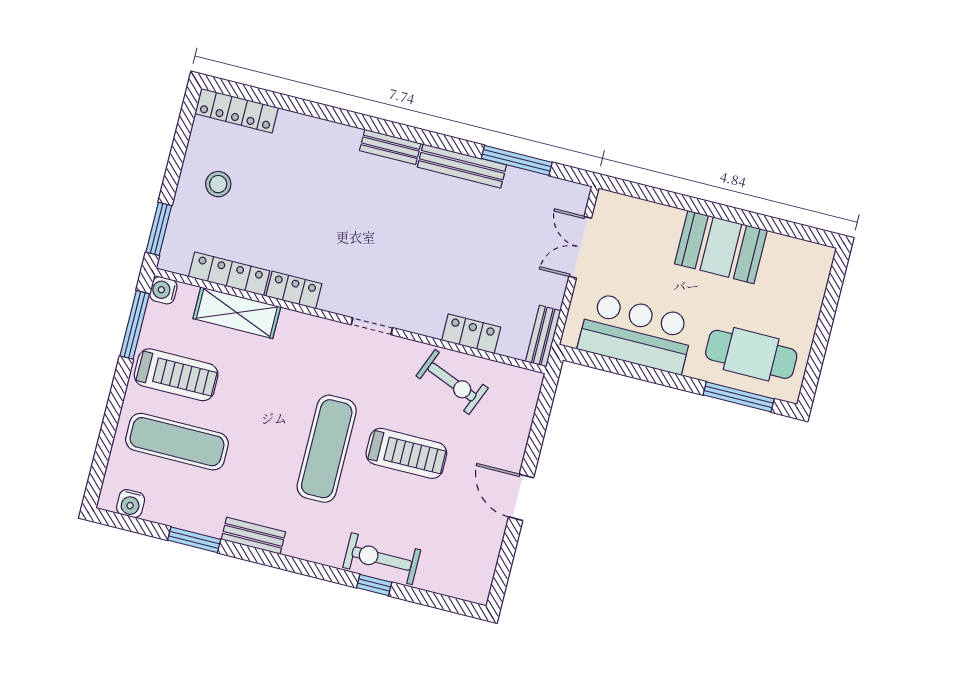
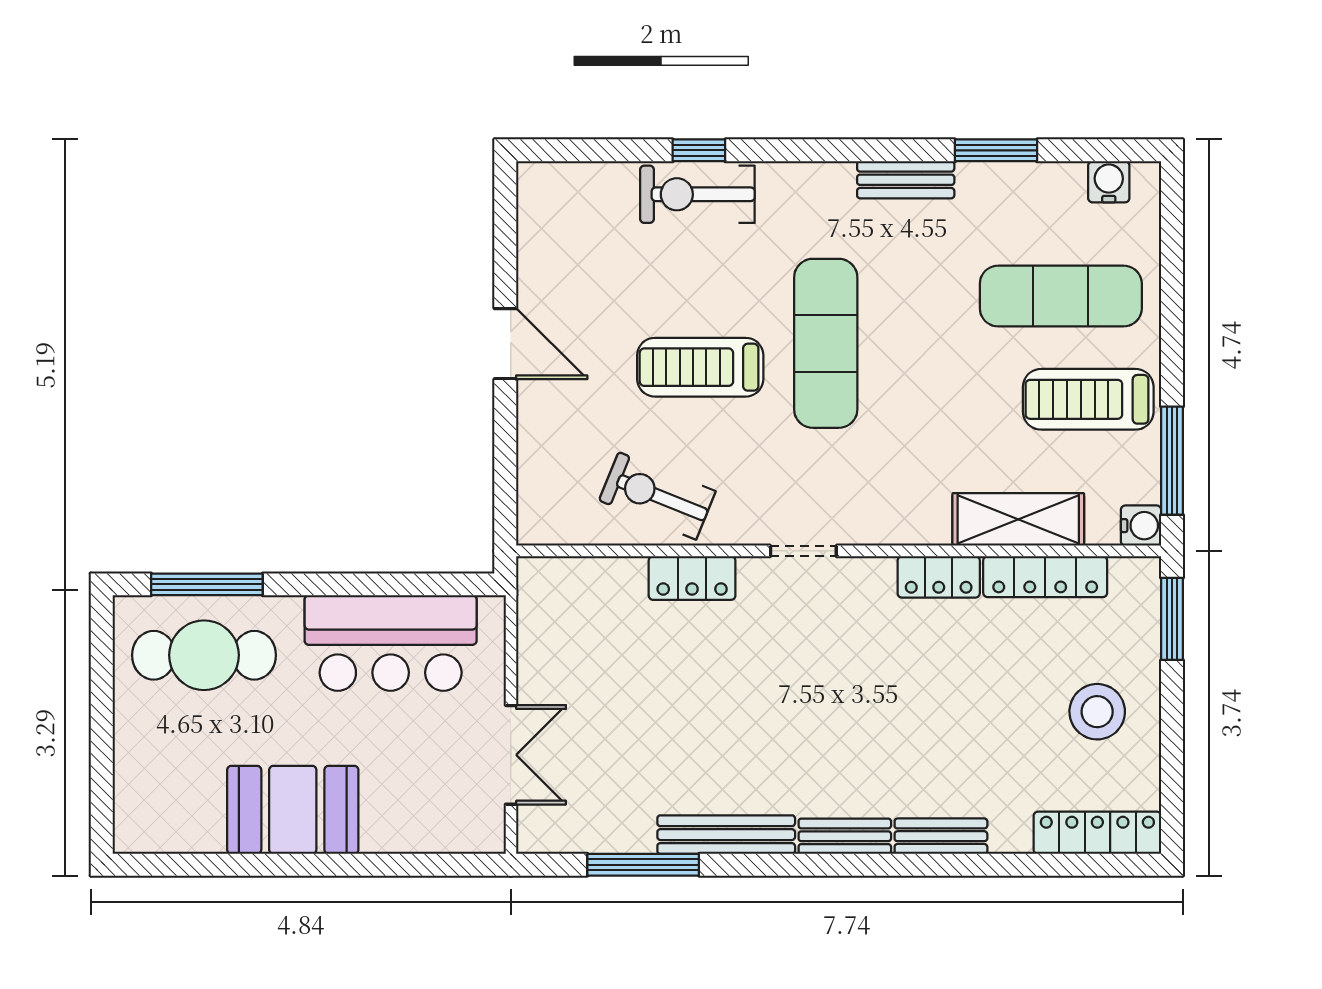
stool: (218, 184) -> (1097, 712), width x1.38, depth x1.38
locker: (471, 334) -> (692, 578), moved
bench: (543, 336) -> (941, 836), moved, turned 90
exercise bike: (382, 559) -> (697, 194), turned 180

